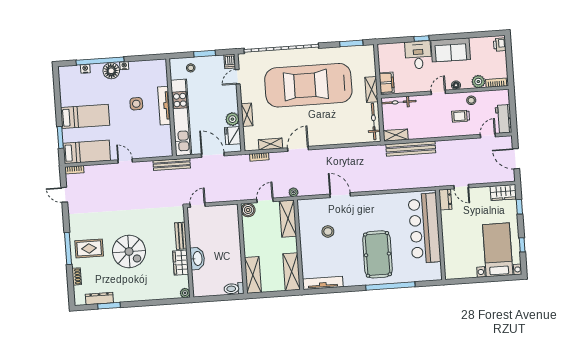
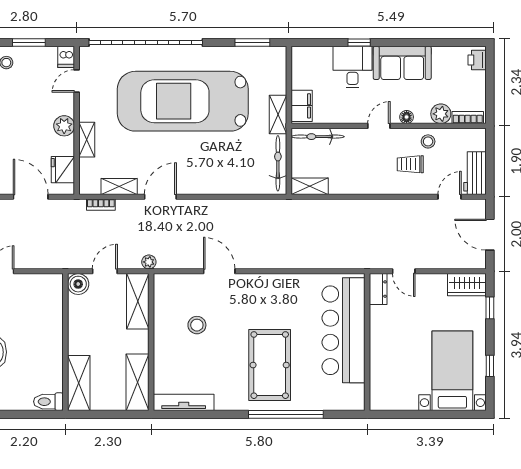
plant: (232, 119) -> (64, 126), moved
bench: (411, 149) -> (331, 208), removed

